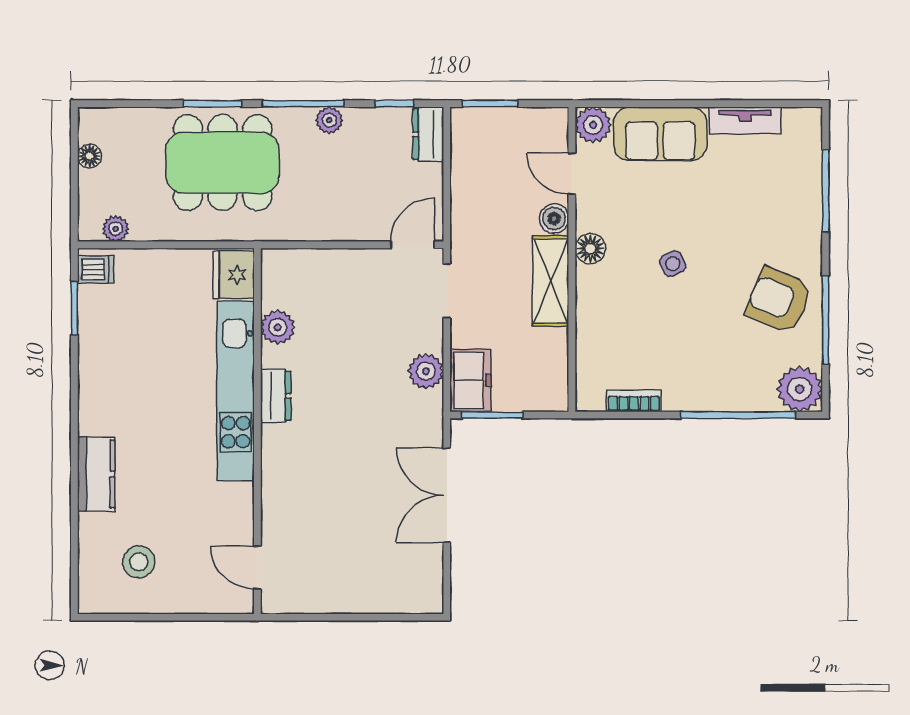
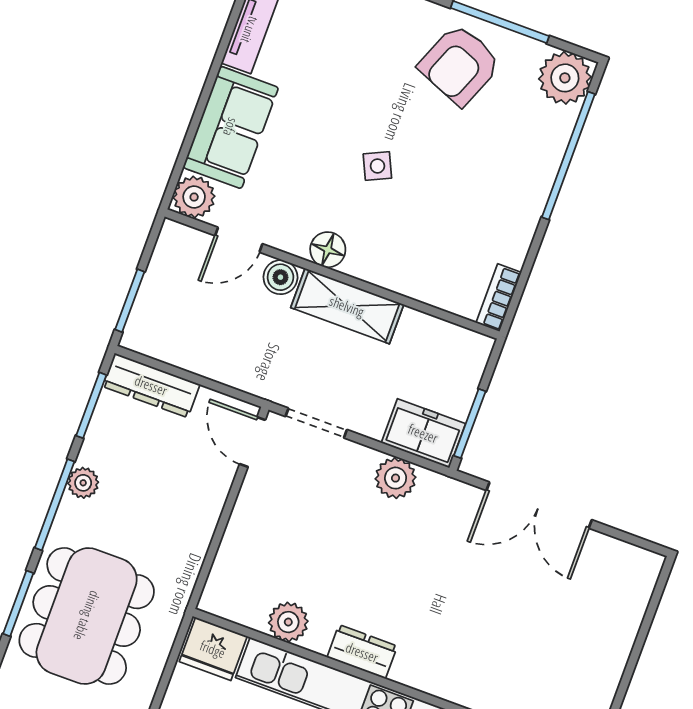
window: (394, 104) -> (91, 405), width x1.50
dresser: (428, 134) -> (151, 385), width x1.44
bookcase: (634, 401) -> (499, 298), moved

